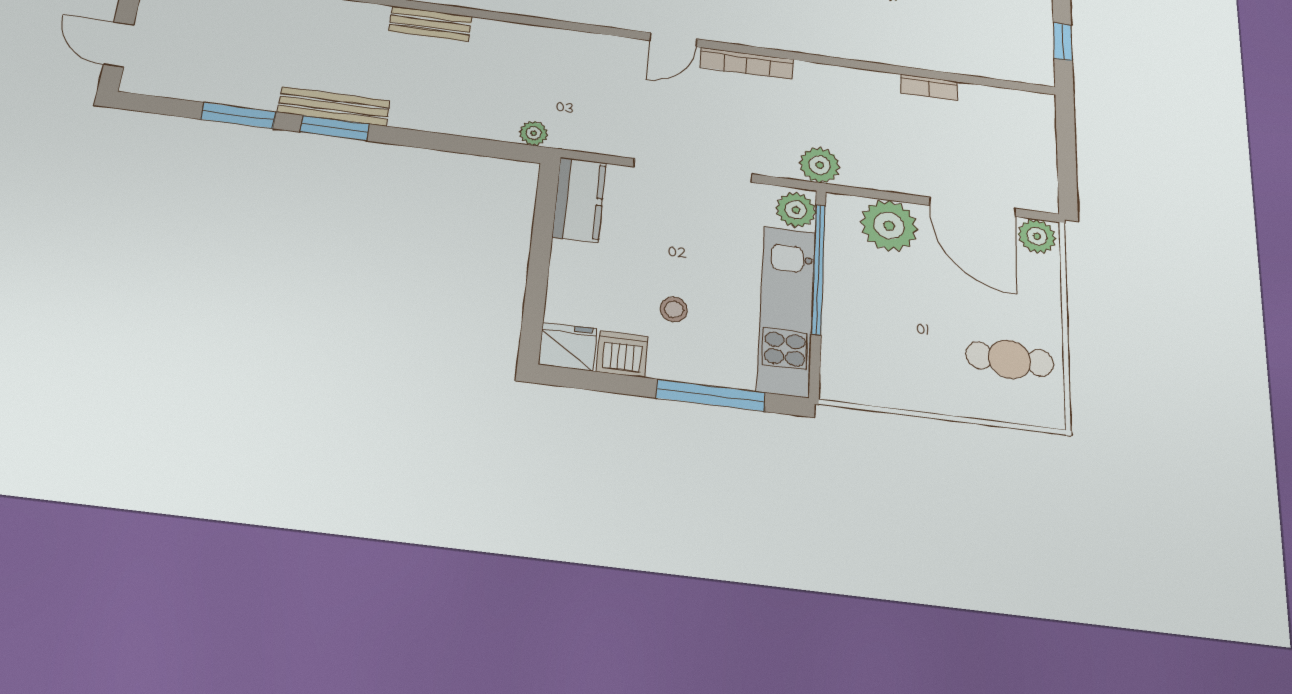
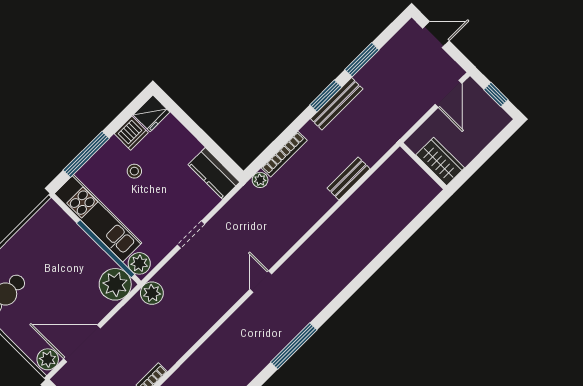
bookcase: (747, 63) -> (284, 154), moved, turned 180
doorway: (693, 170) -> (191, 235), width x0.53
plant: (889, 226) -> (115, 284), moved

